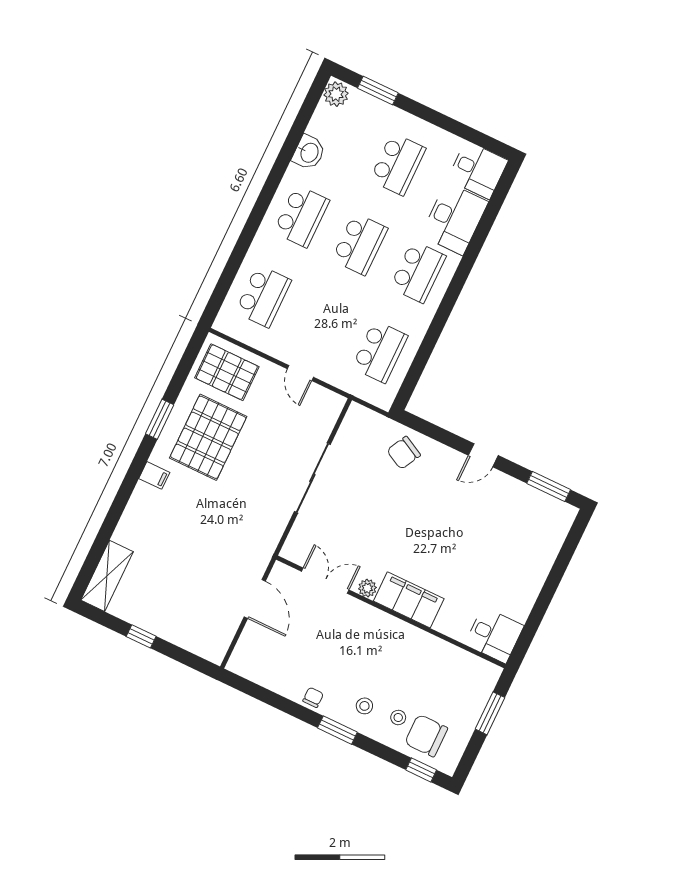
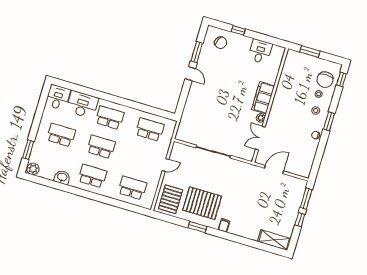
chair: (404, 453) -> (221, 43), moved
window: (549, 487) -> (197, 52), moved
window: (558, 570) -> (238, 30), added
desk: (494, 635) -> (260, 51), moved
window: (183, 656) -> (306, 199), added

